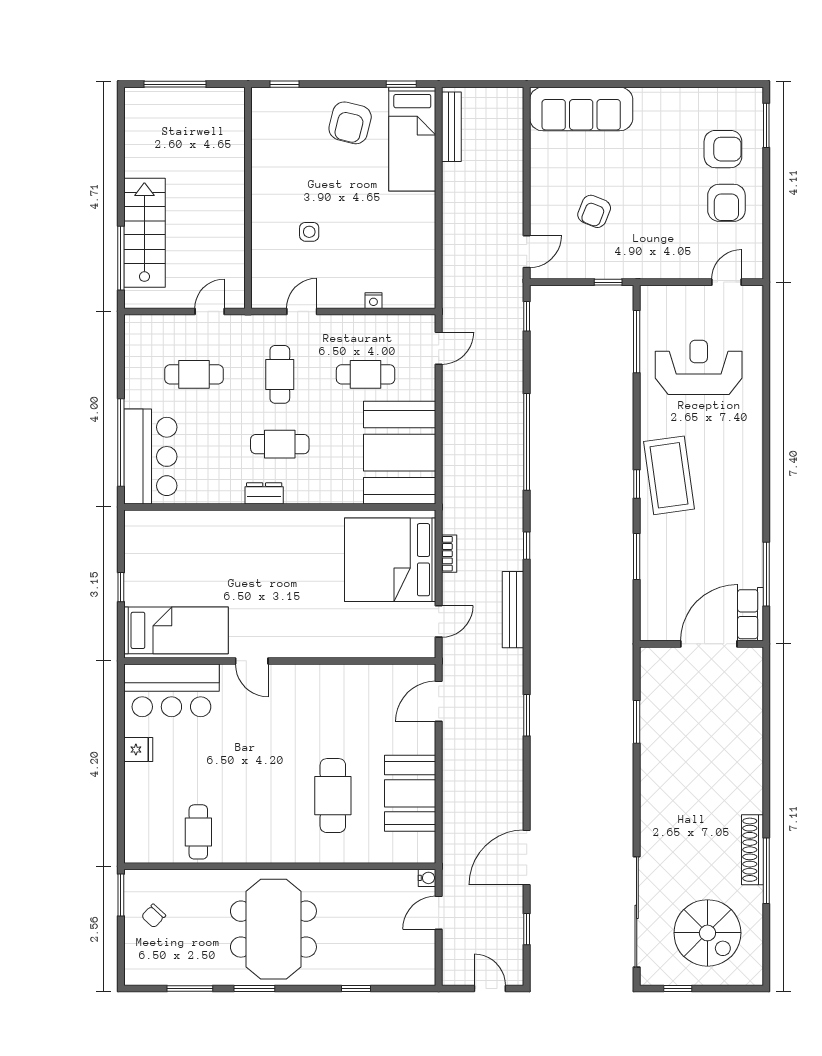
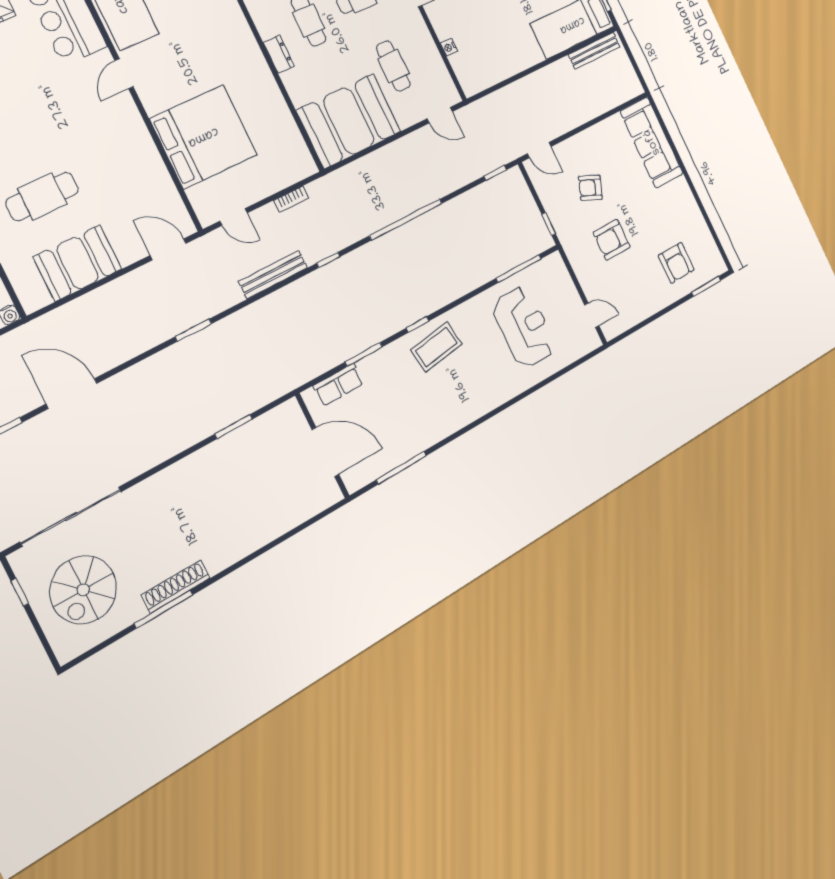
armchair: (726, 203) -> (612, 240), moved
coffee table: (669, 475) -> (436, 347), width x0.73, depth x0.76
dresser: (264, 493) -> (279, 54), moved
bed: (390, 560) -> (203, 137), moved, turned 90
row of seats: (750, 614) -> (338, 385), moved, turned 180

